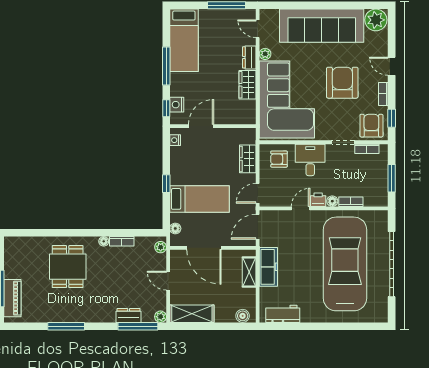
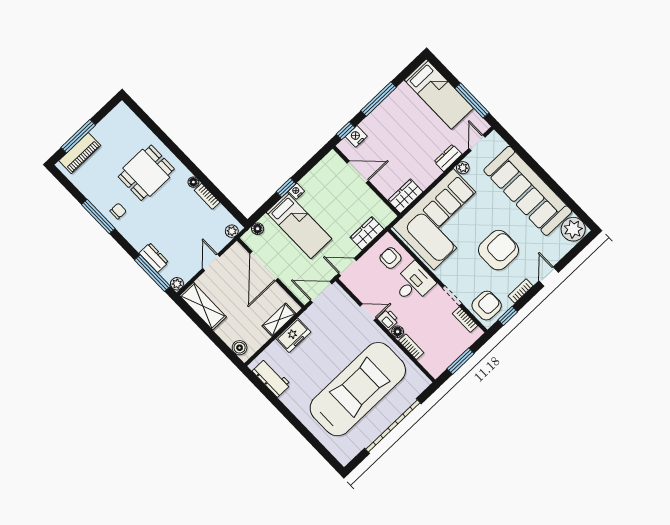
bed: (184, 40) -> (439, 94), moved, turned -90
wardrobe: (247, 85) -> (405, 196), moved
nightstand: (175, 140) -> (296, 191), moved
freezer: (268, 267) -> (293, 335), width x0.71
chair: (75, 310) -> (118, 211), added

